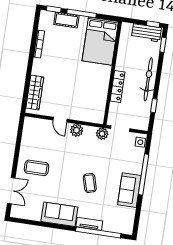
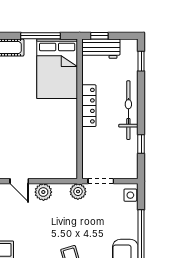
window: (82, 13) -> (41, 36), moved
window: (153, 24) -> (99, 36), moved
workbench: (146, 33) -> (101, 49), moved
locker: (117, 86) -> (89, 106), moved

